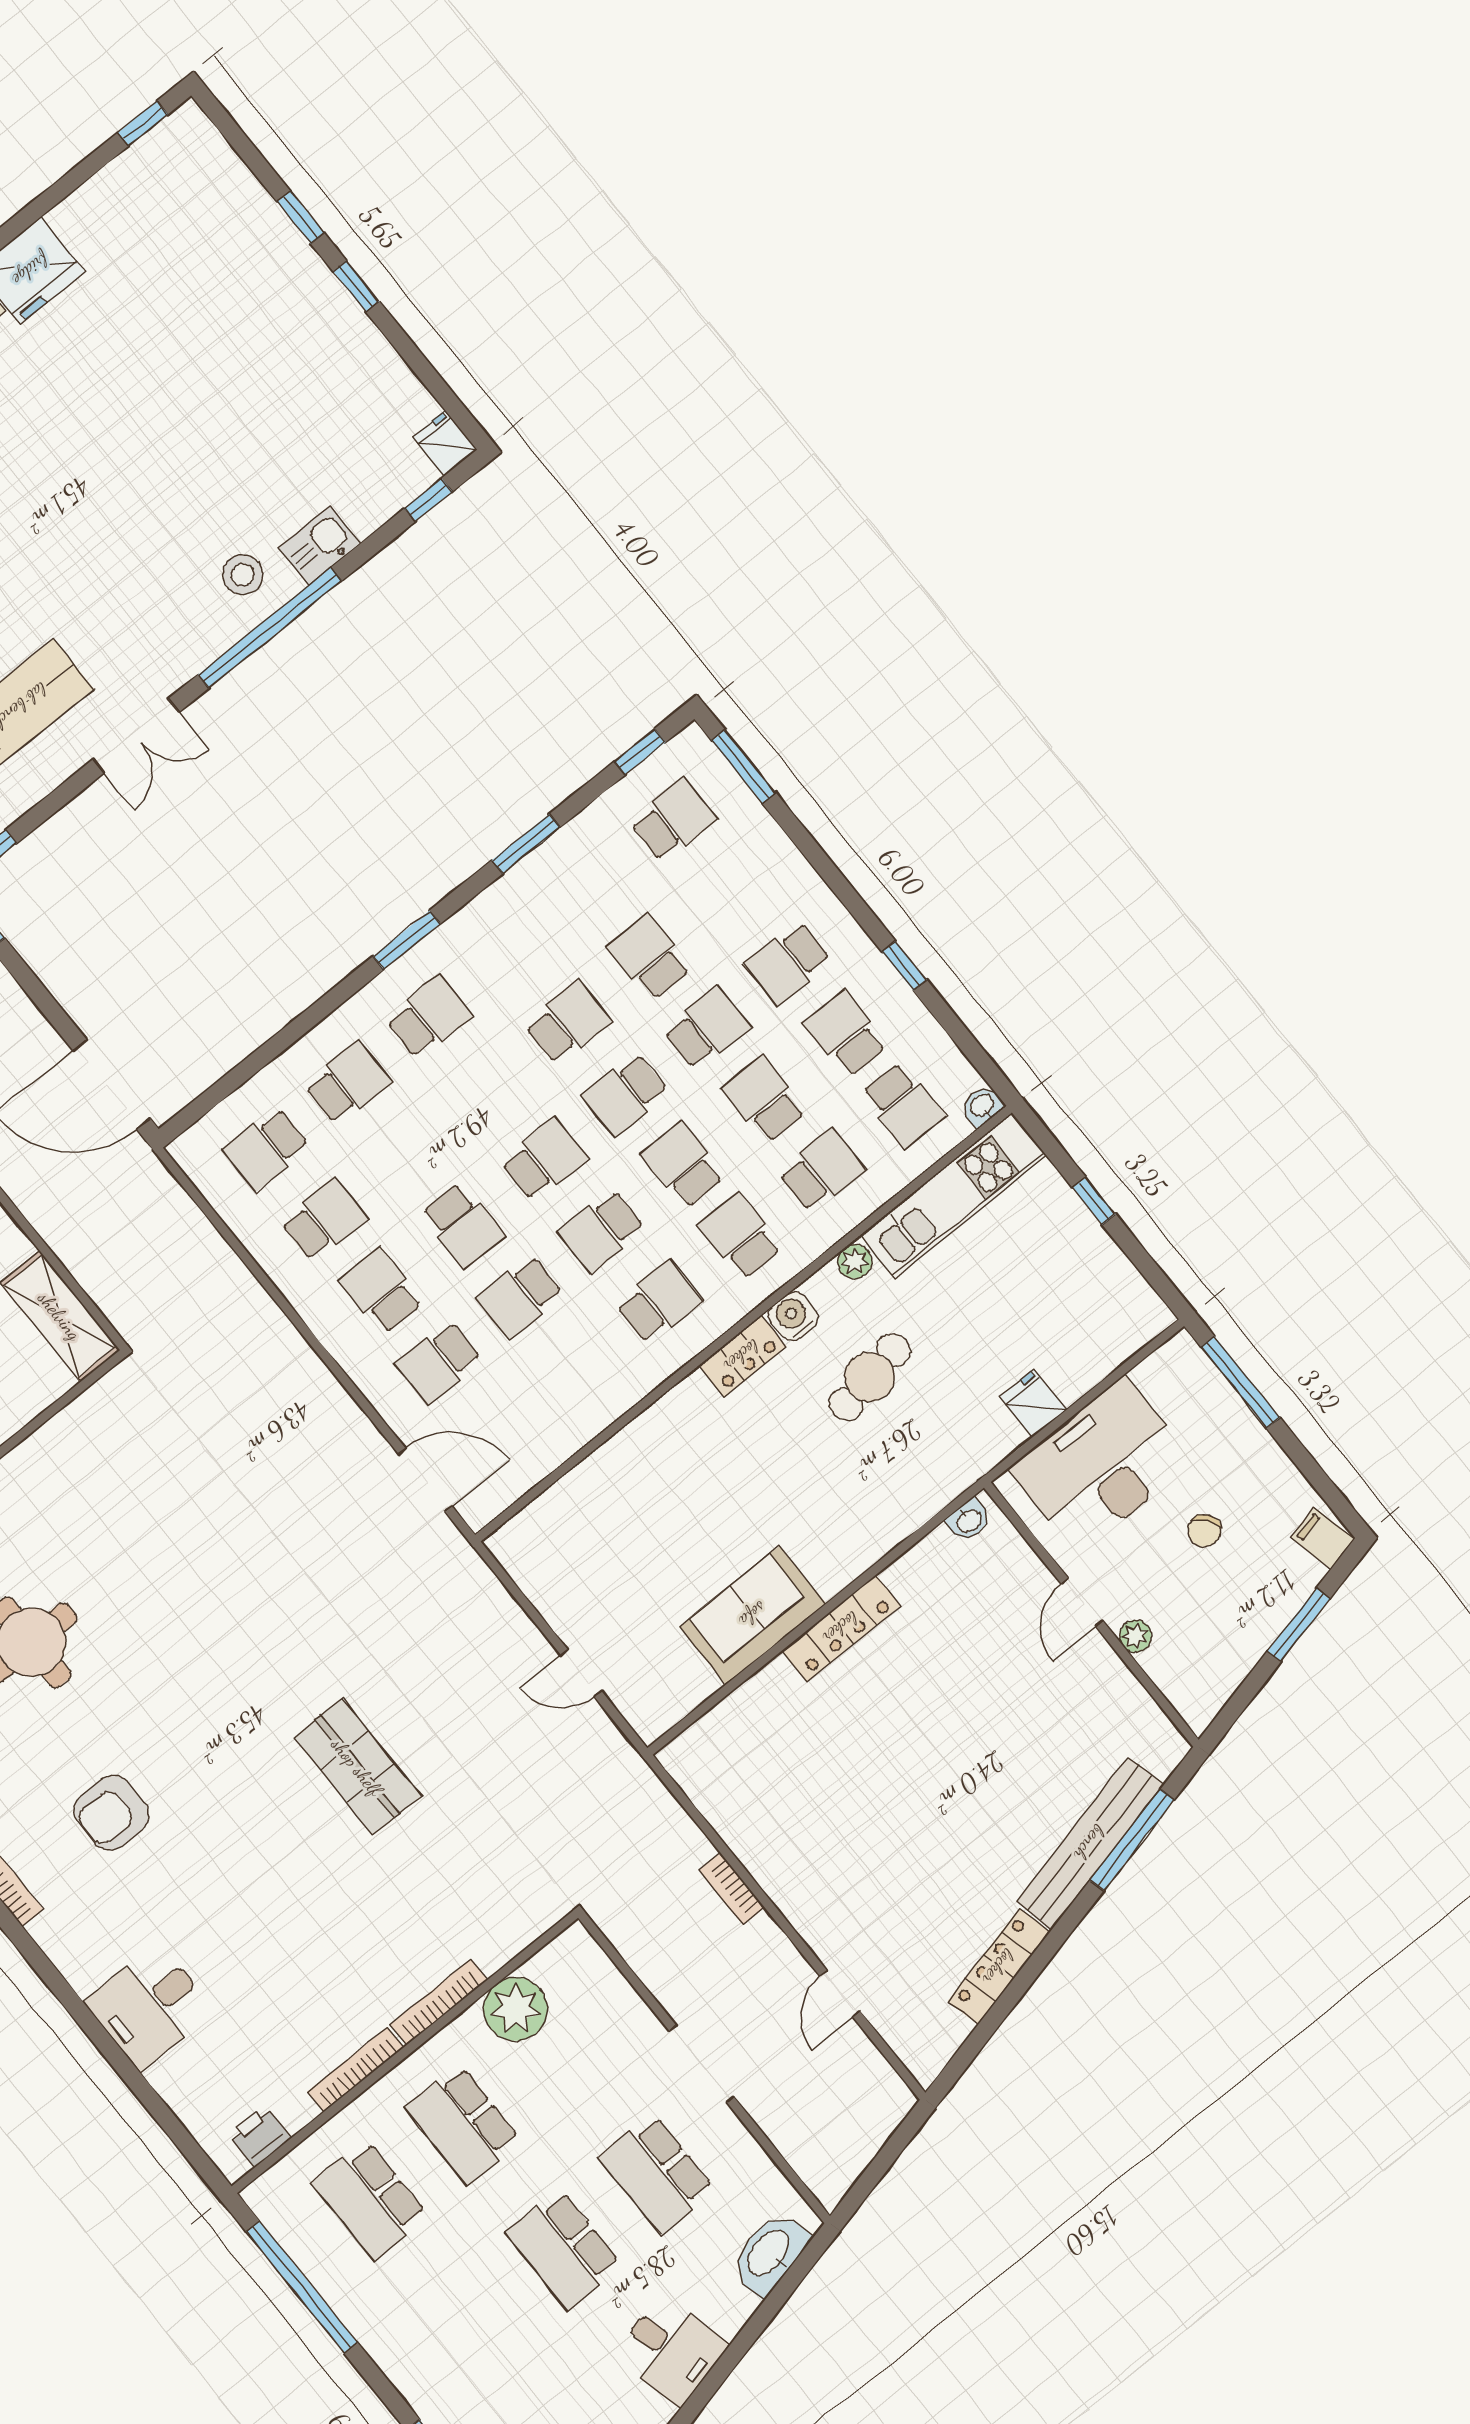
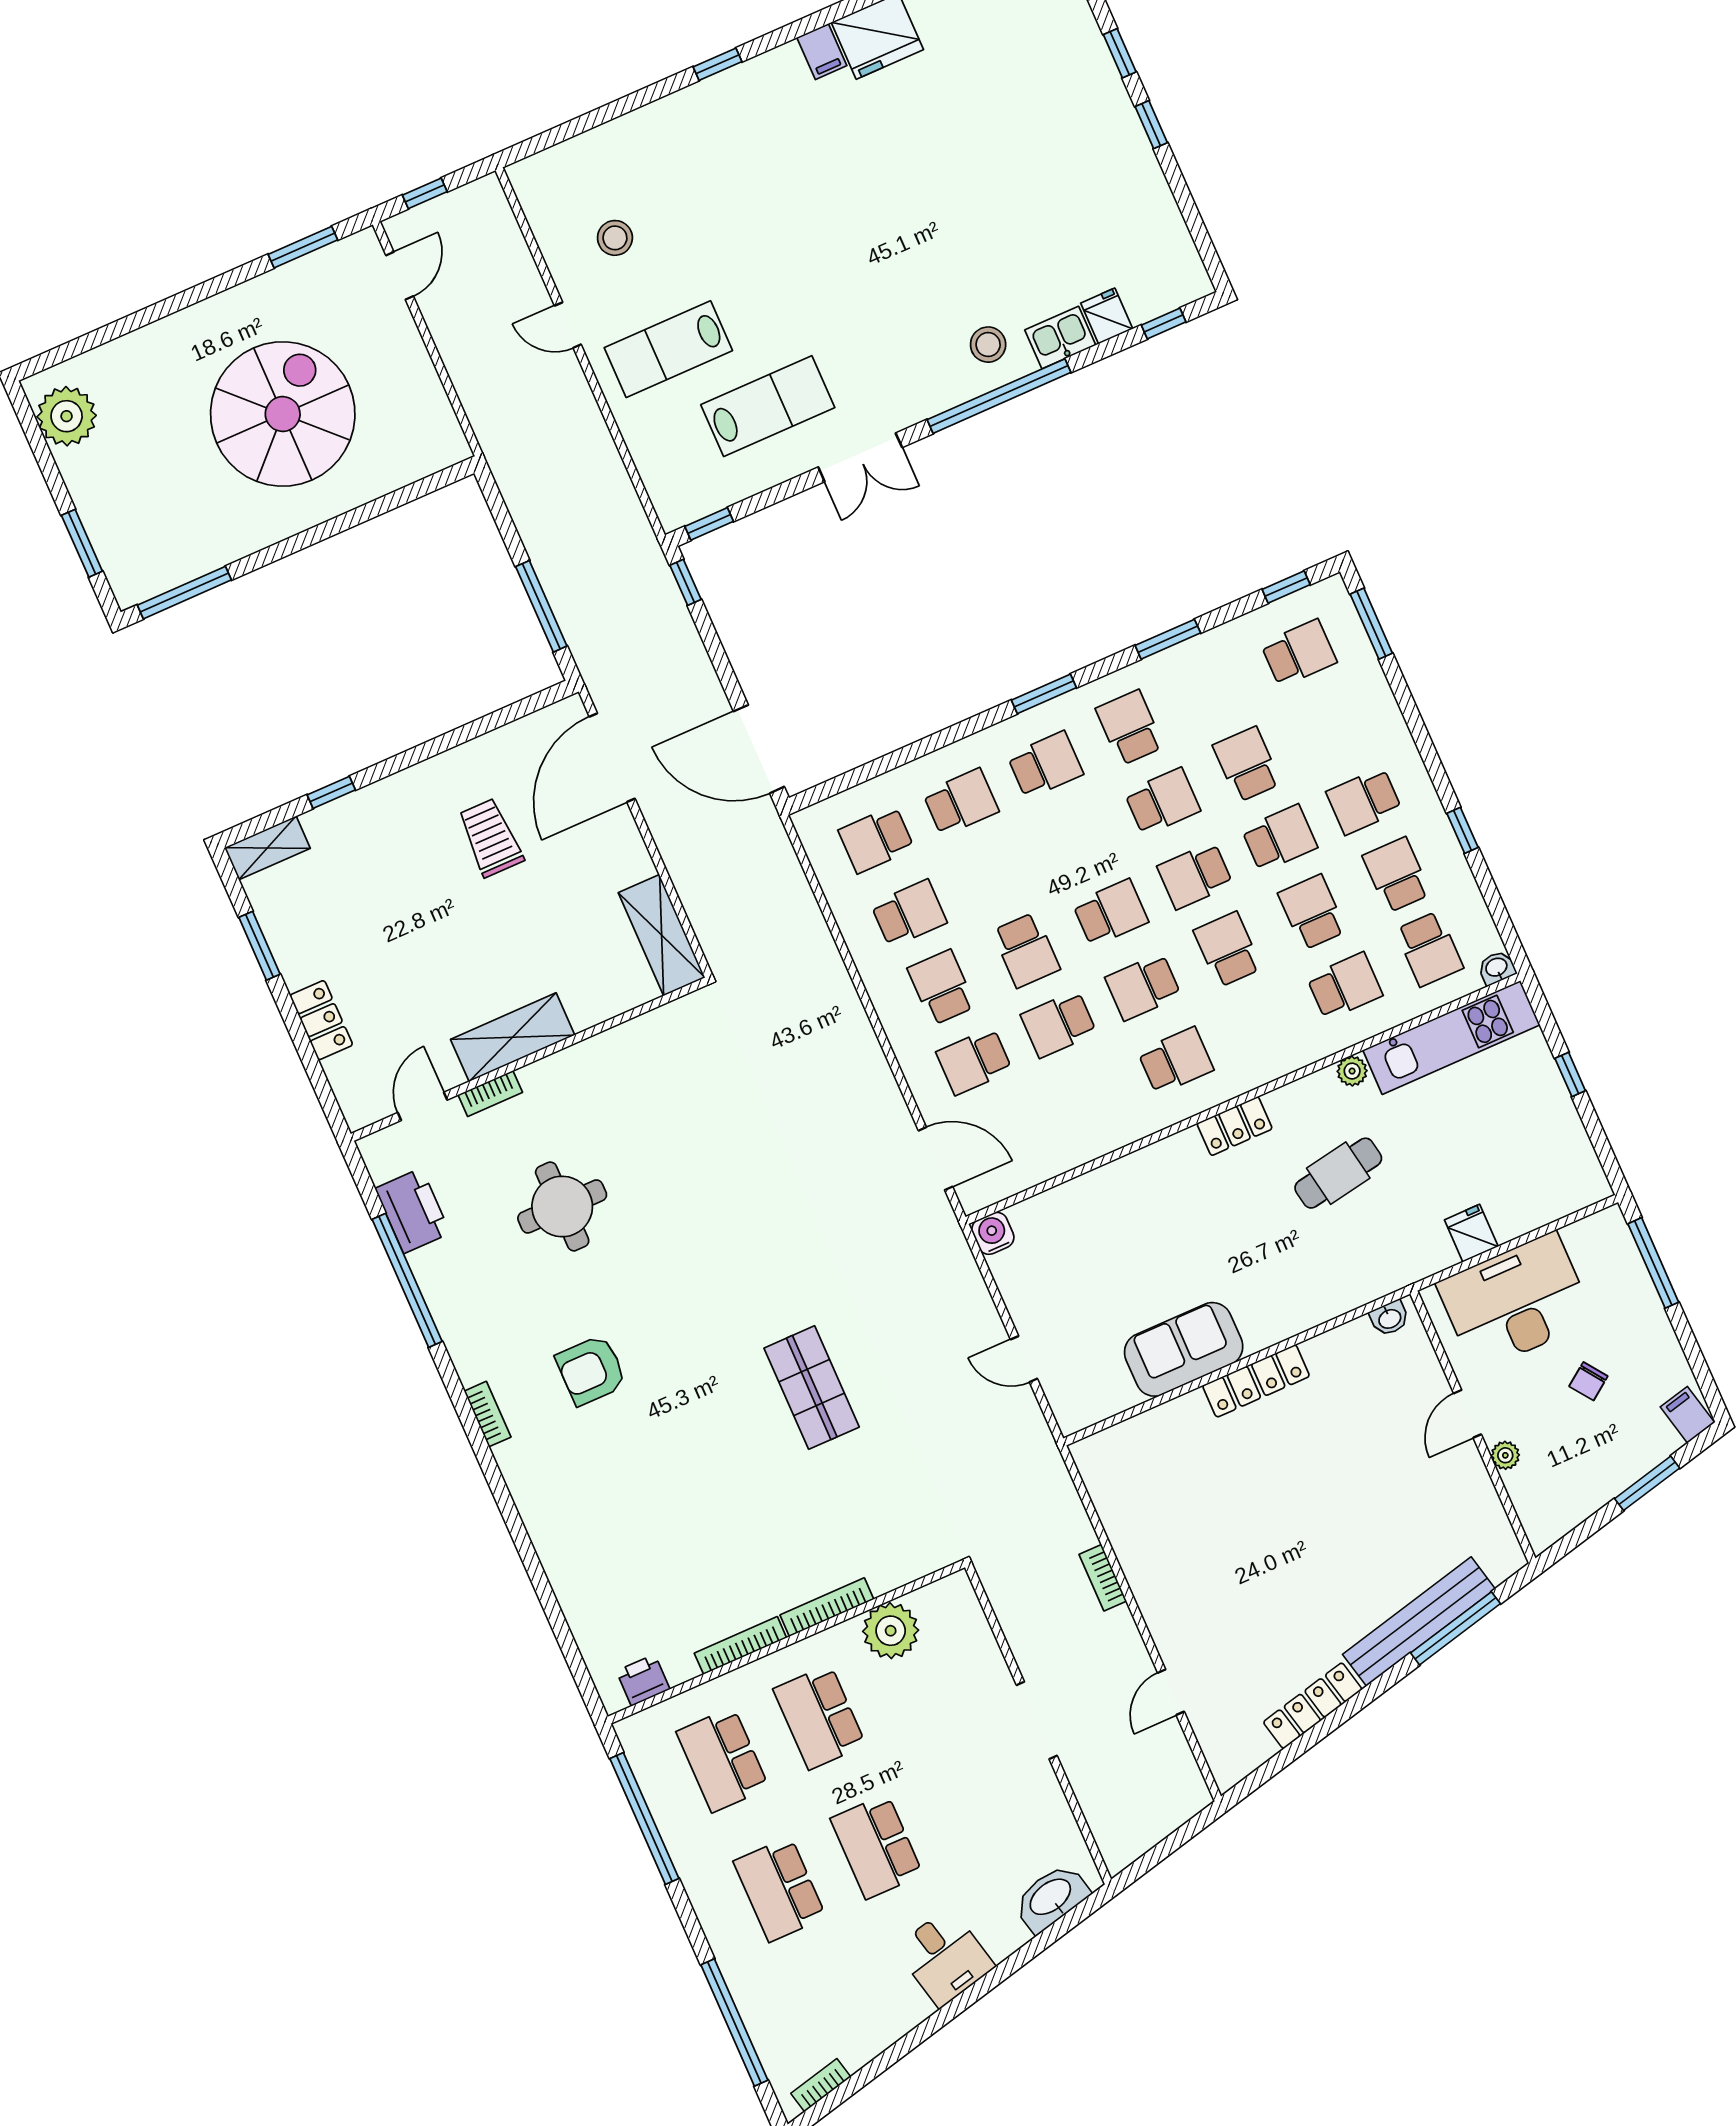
fridge: (445, 443) -> (1107, 316), moved
school desk: (740, 1236) -> (1130, 728), moved
water cooler: (793, 1316) -> (993, 1233), moved
desk: (149, 2006) -> (579, 1544), removed
school desk: (657, 2174) -> (780, 1889), moved

